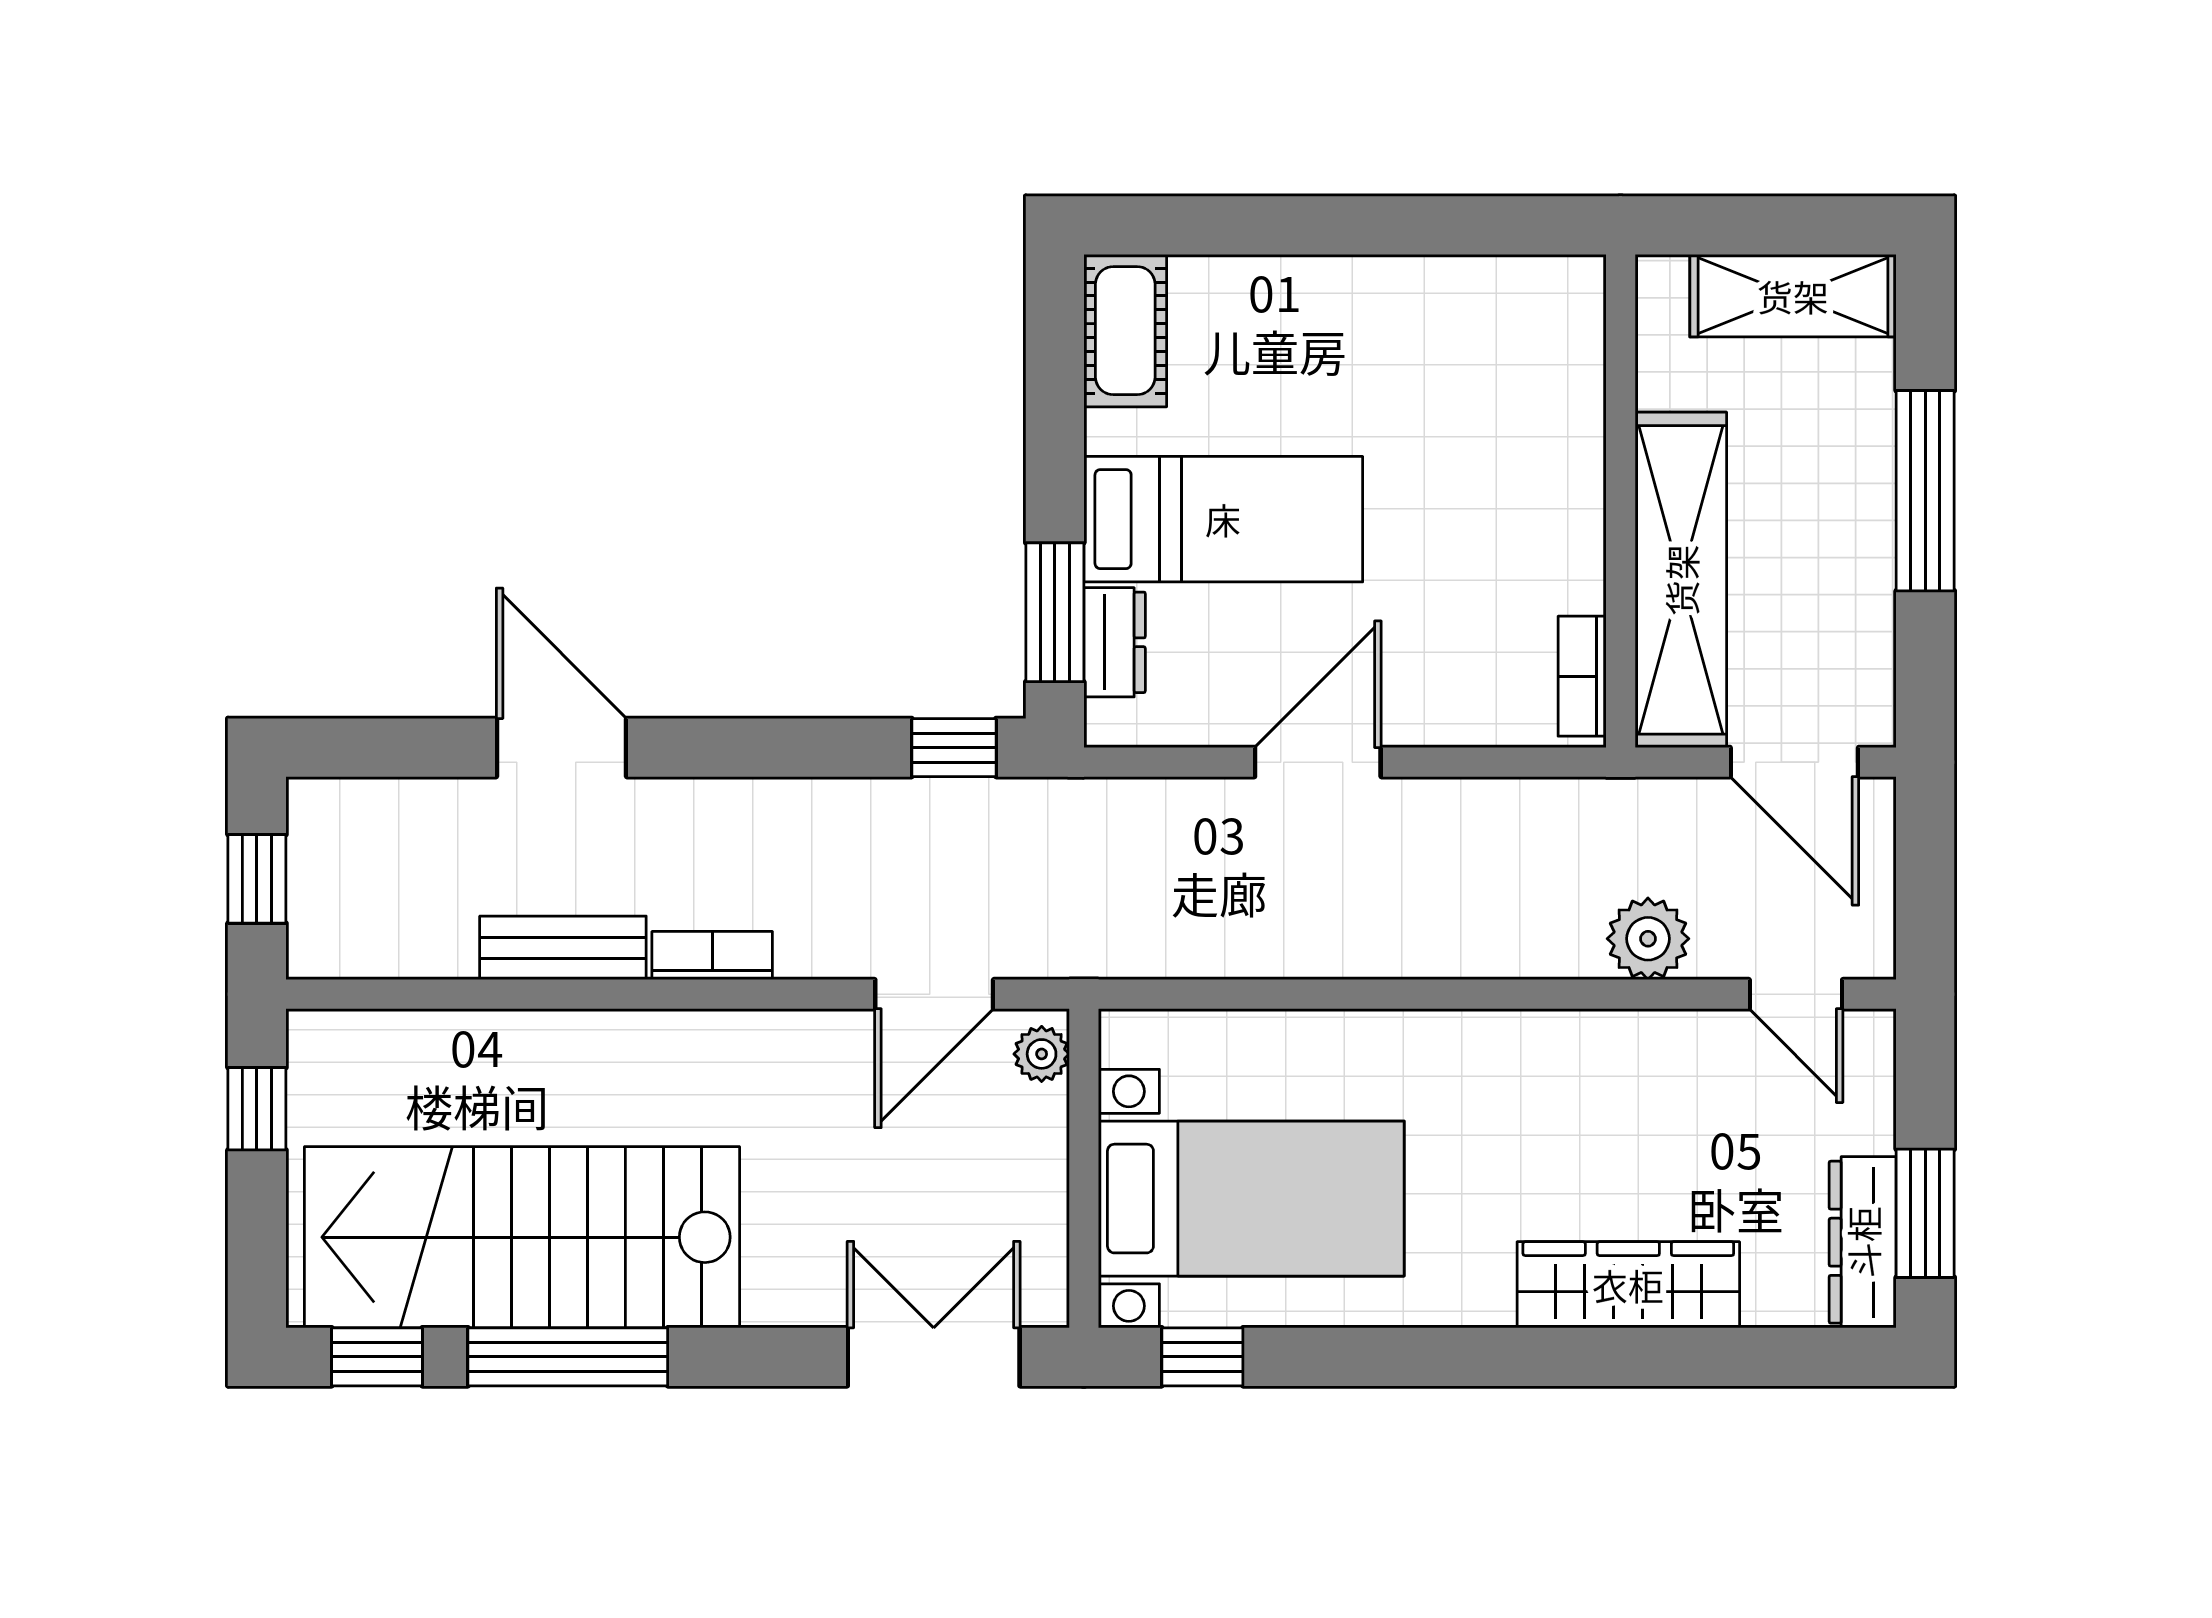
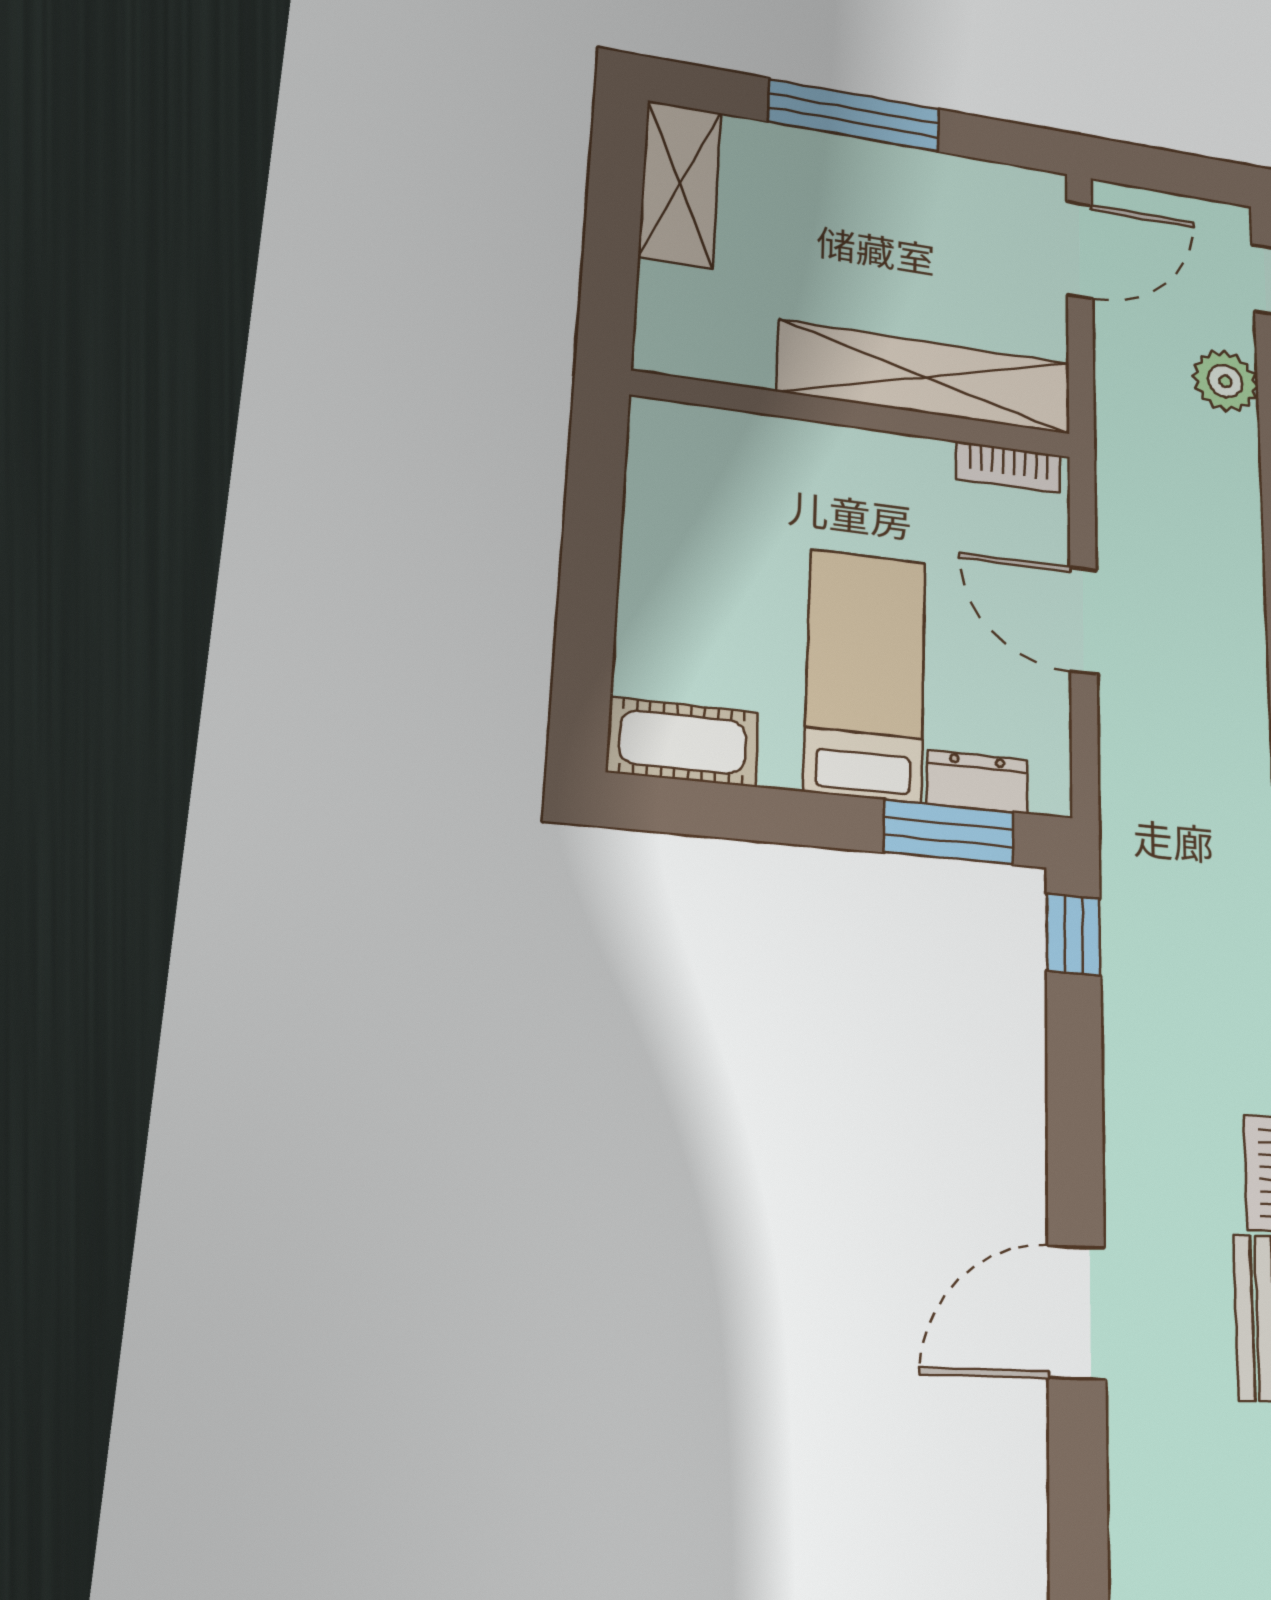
wall: (1621, 501) -> (855, 415), moved
shelving: (1681, 580) -> (926, 377), moved
bookcase: (1582, 676) -> (1009, 467), moved

